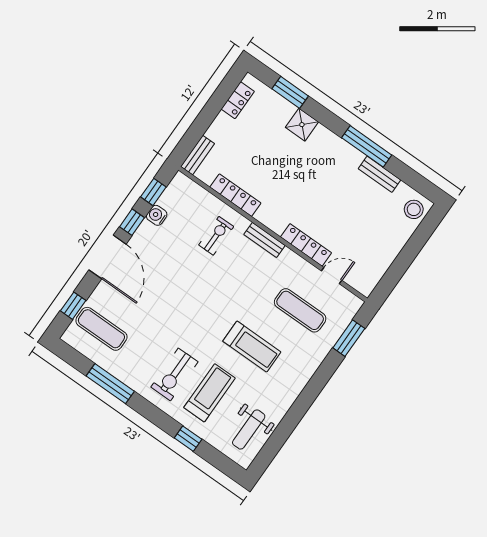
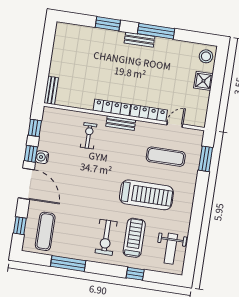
window: (290, 92) -> (108, 24), moved
locker: (238, 100) -> (59, 43), removed
shower: (302, 125) -> (203, 81), moved
bench: (380, 174) -> (139, 40), moved
locker: (235, 195) -> (112, 107), moved
water cooler: (157, 215) -> (42, 157), moved
exercise mat: (101, 329) -> (45, 231), turned 90
treadmill: (252, 347) -> (146, 195), width x1.37, depth x1.38

